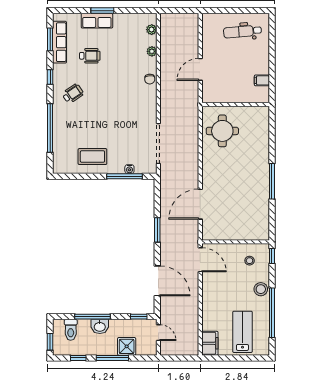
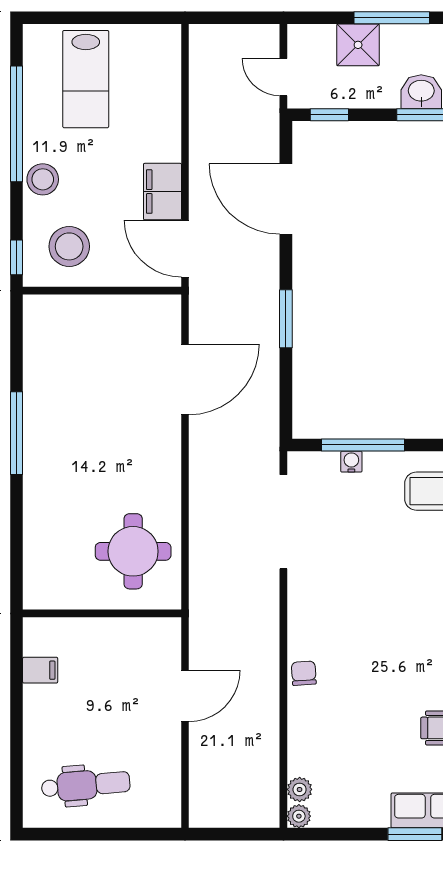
plant: (152, 51) -> (299, 816), moved
stool: (250, 261) -> (69, 246), width x1.89, depth x1.89
filing cabinet: (210, 343) -> (162, 192), moved

